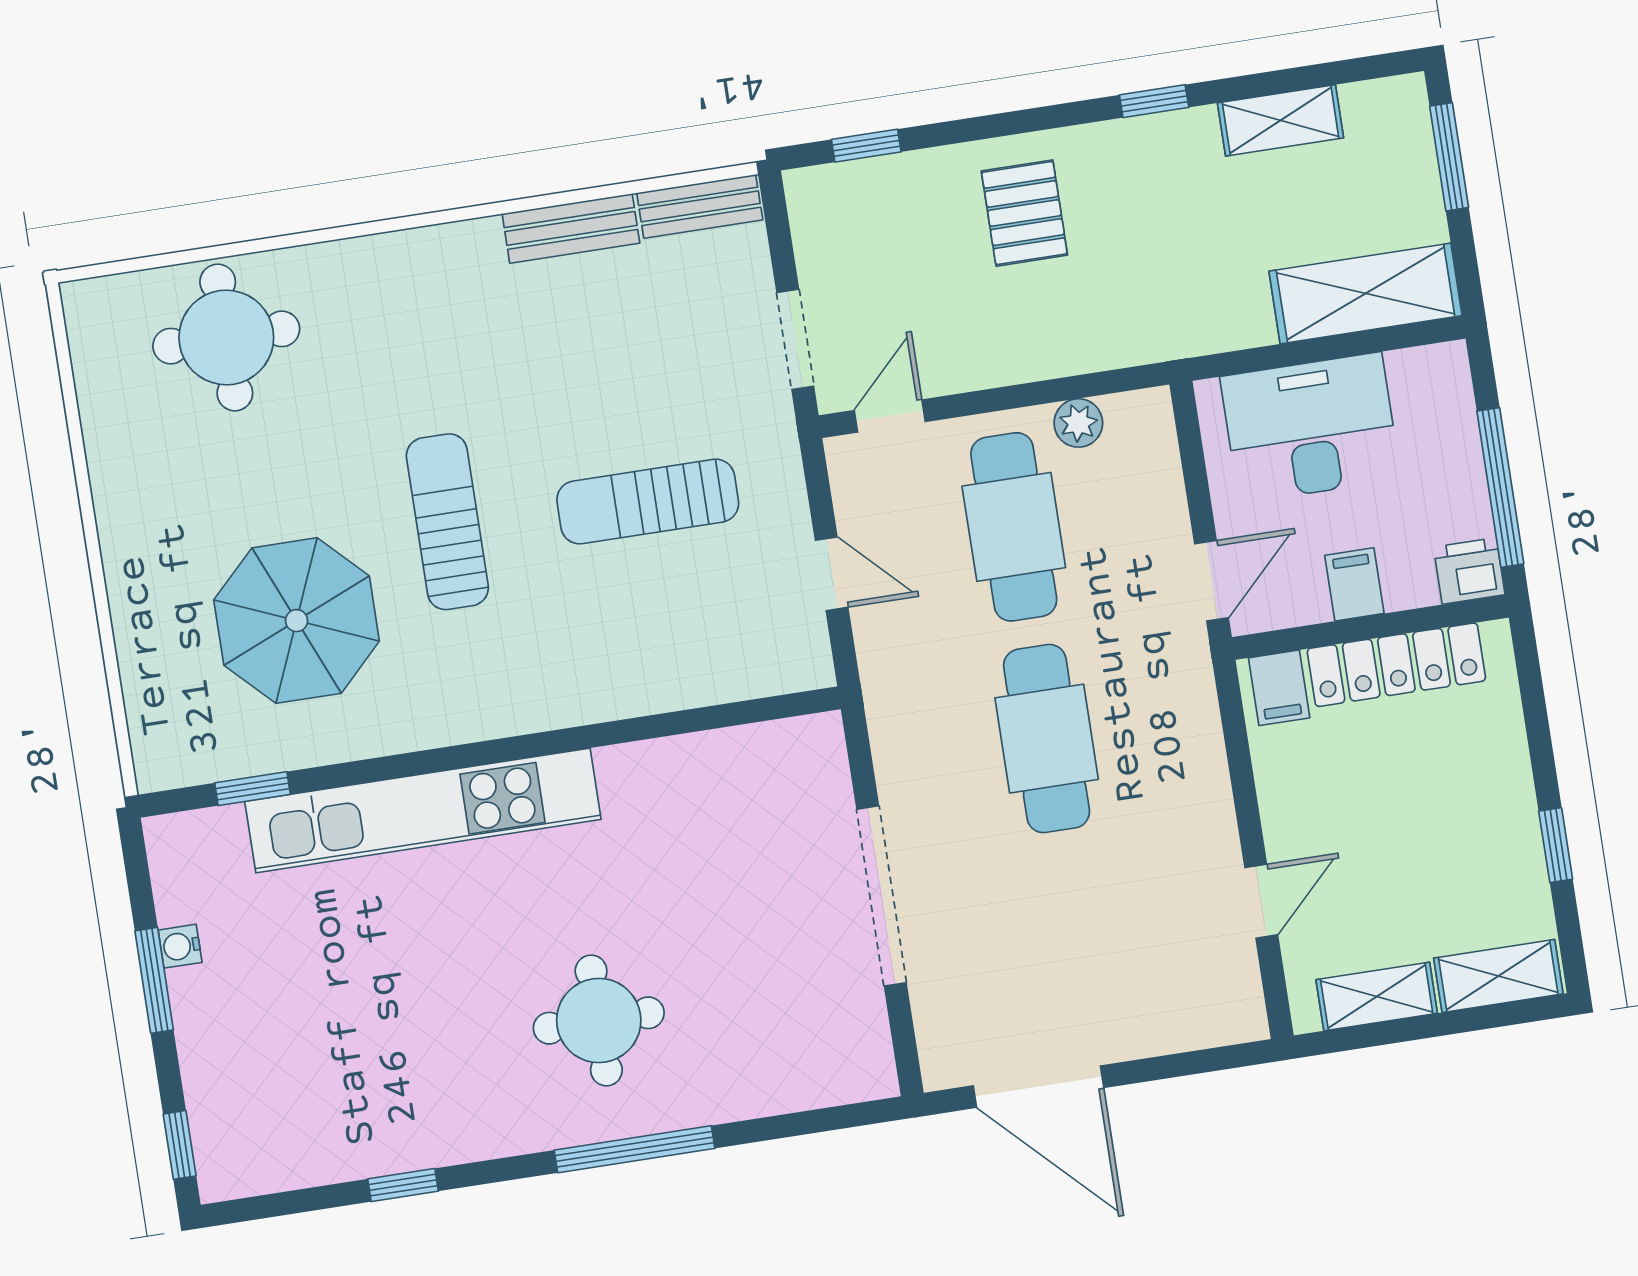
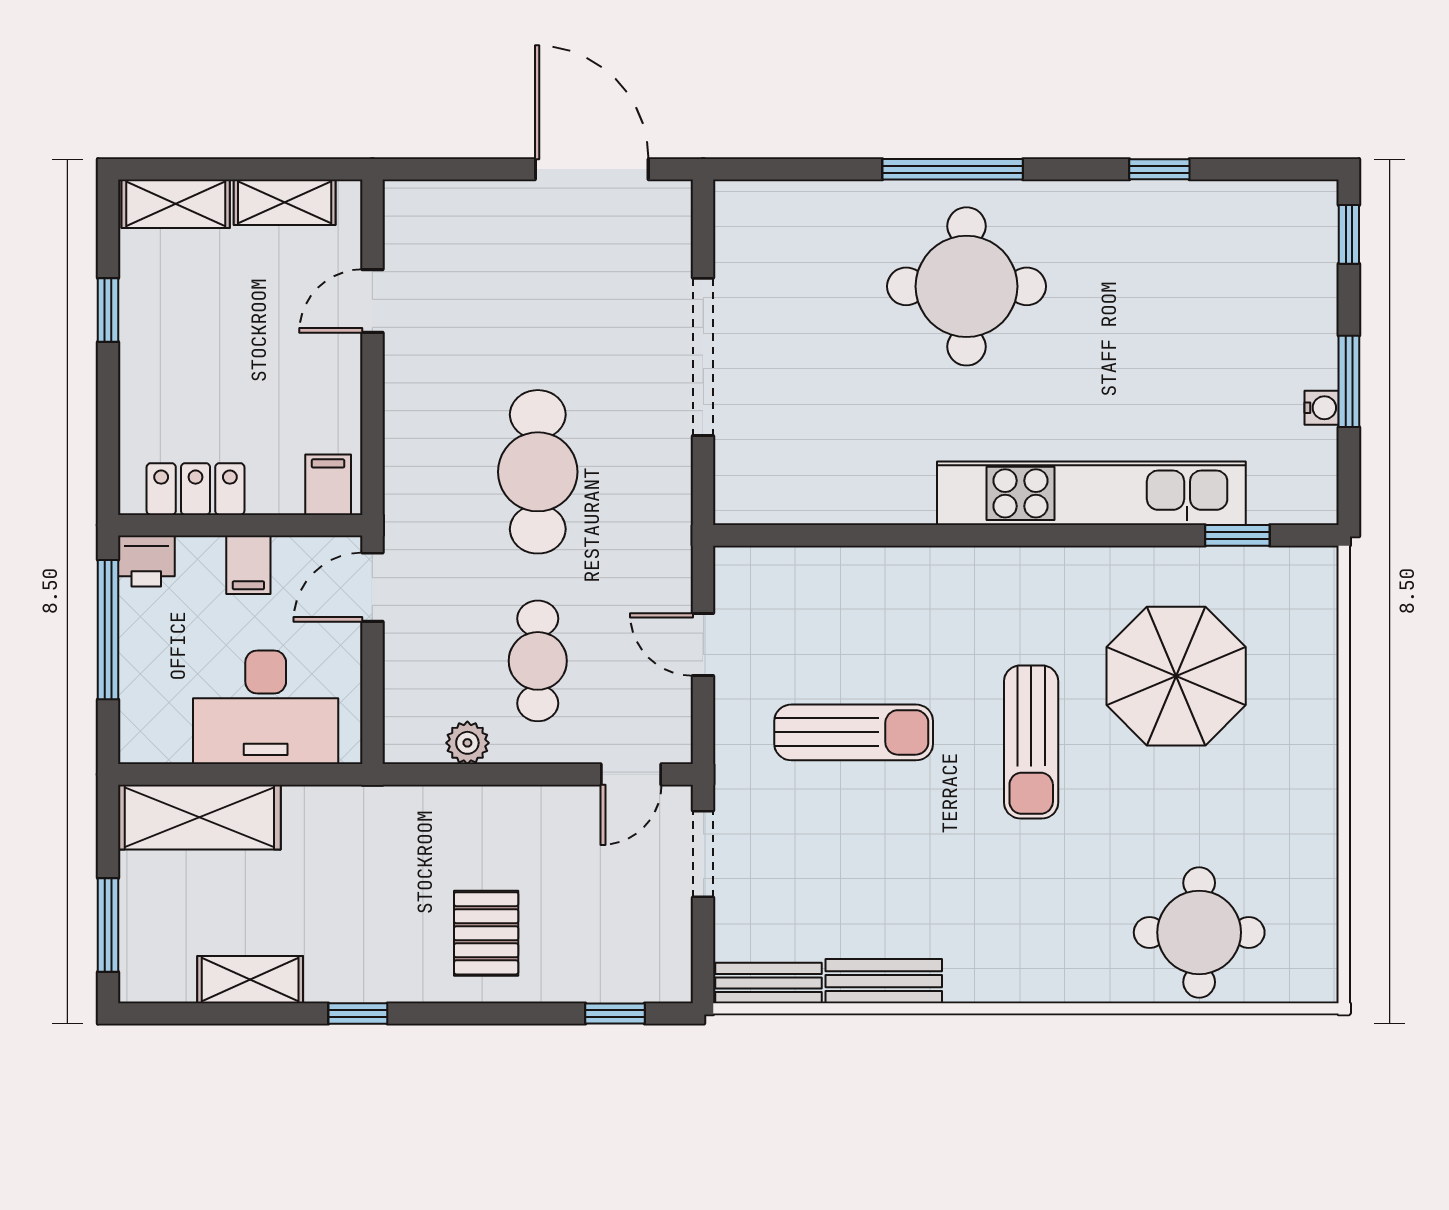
cafe table: (1014, 527) -> (538, 661), width x0.73, depth x0.74
locker: (1396, 665) -> (196, 489), width x0.66
round table: (599, 1020) -> (966, 286), width x1.36, depth x1.36

